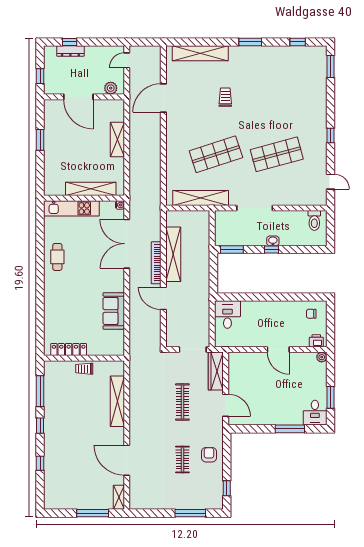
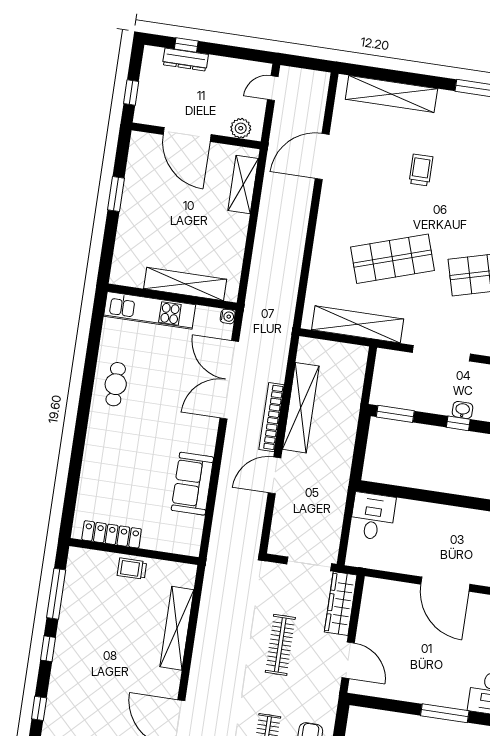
shelving: (117, 139) -> (243, 185), moved
door: (163, 298) -> (274, 475), hinge flipped
door: (278, 350) -> (445, 584), width x1.36

